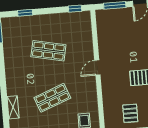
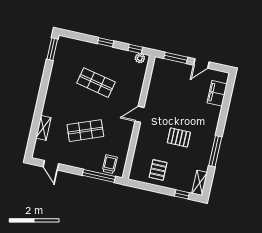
window: (25, 13) -> (106, 42), moved
plant: (82, 16) -> (140, 58), added

